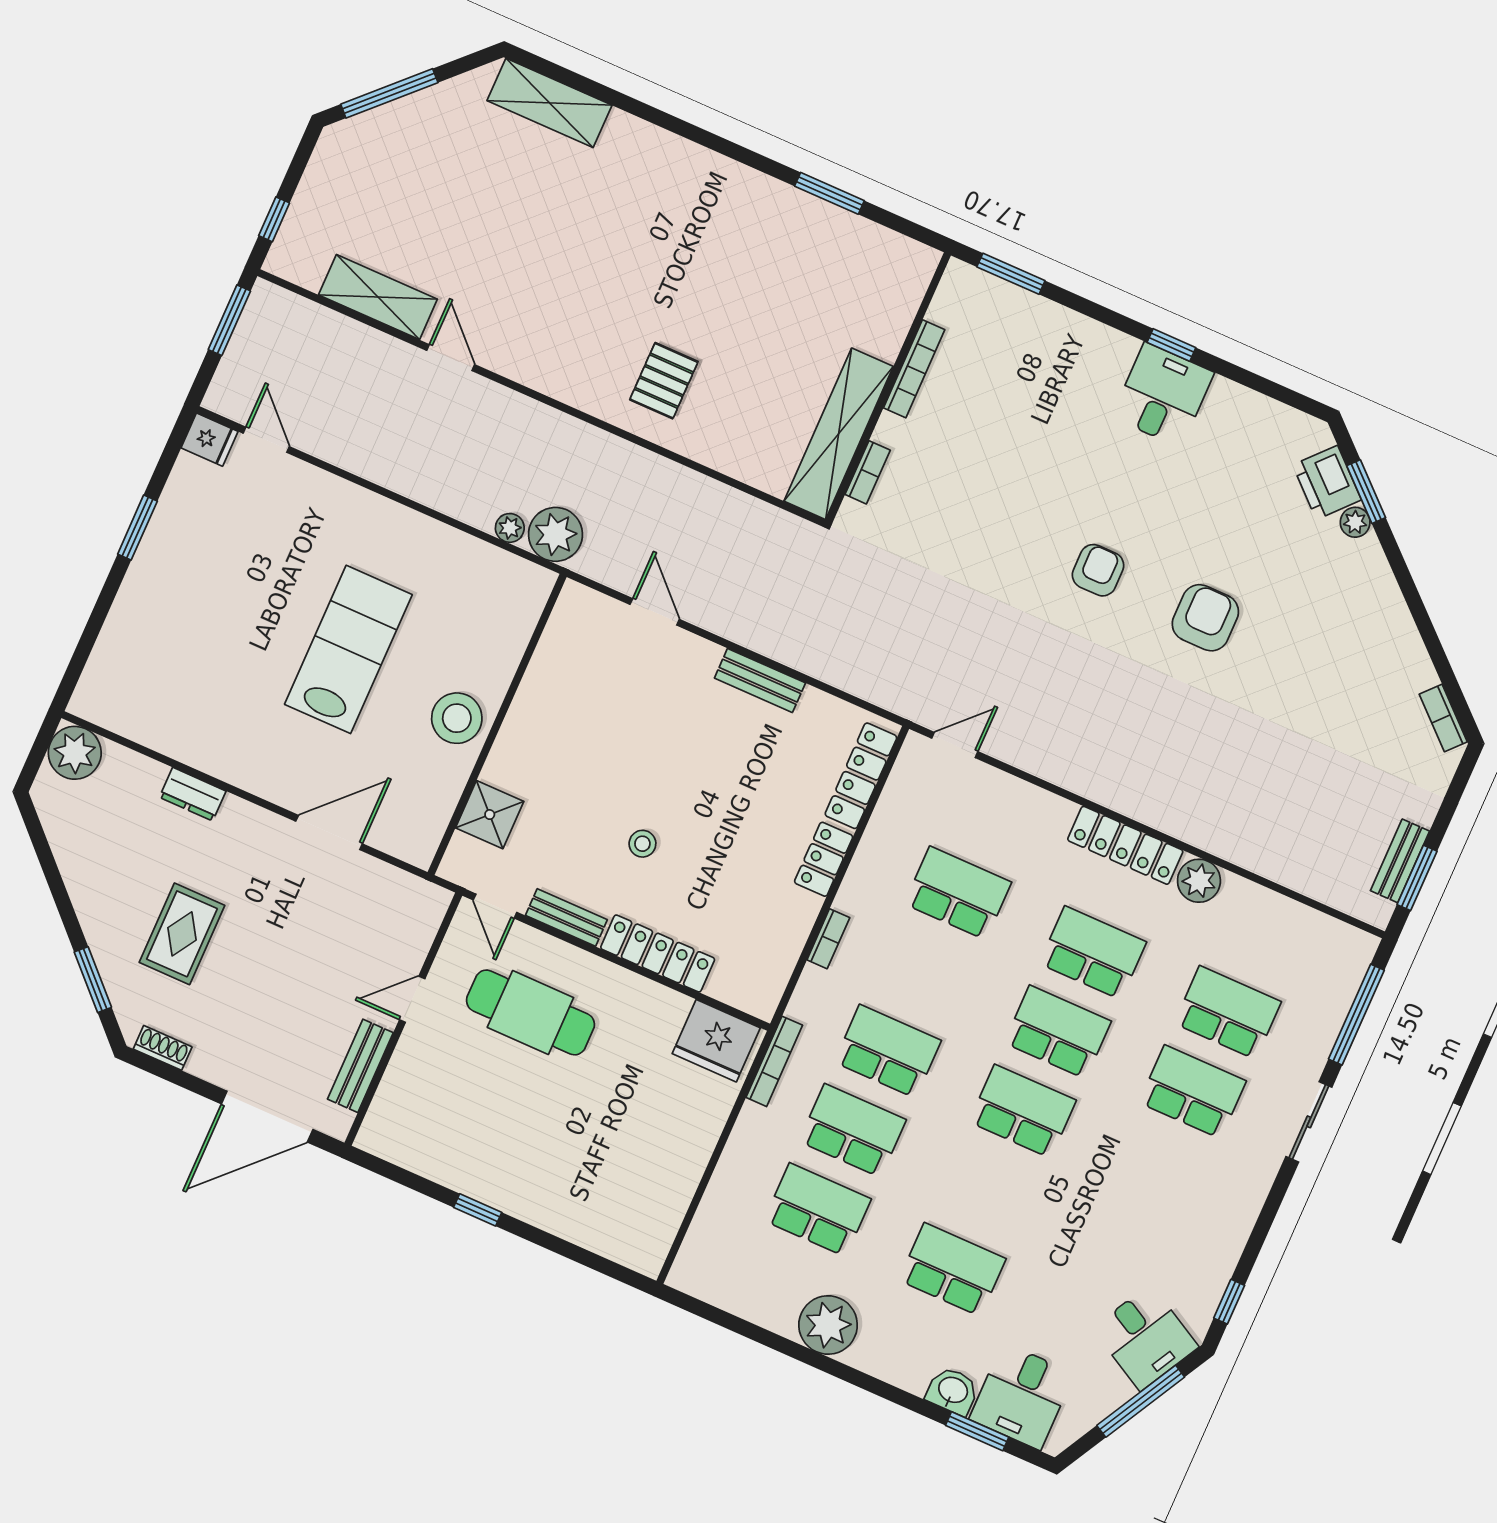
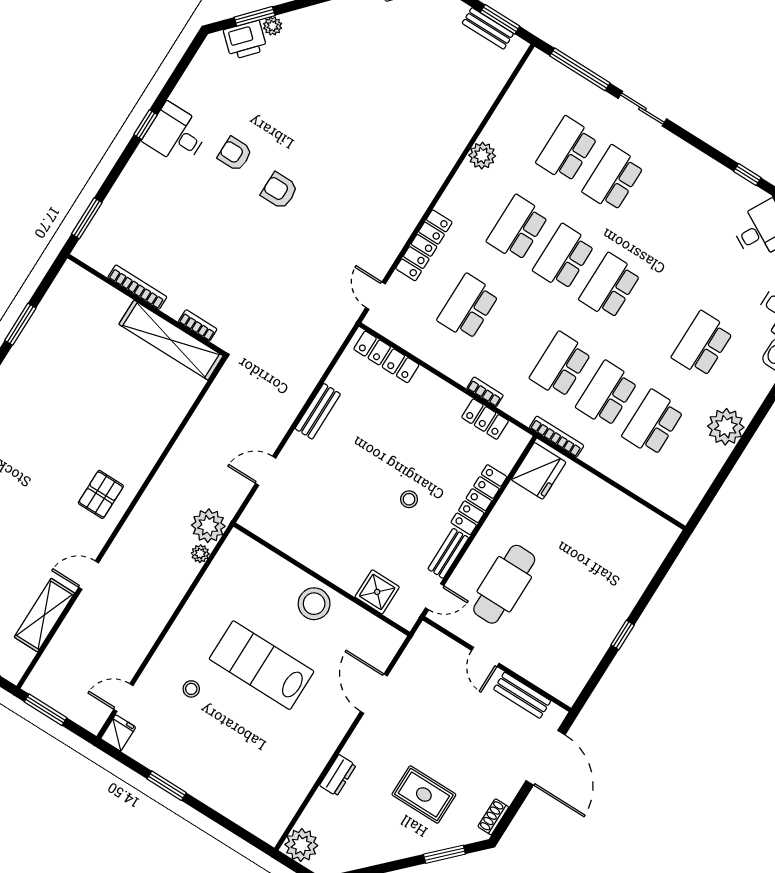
pallet: (664, 381) -> (101, 494), moved, turned 90
stool: (295, 544) -> (191, 689), added
armchair: (1205, 618) -> (235, 154), moved, width x0.72, depth x0.72
locker: (1125, 845) -> (424, 245), moved
locker: (824, 859) -> (485, 419), moved

